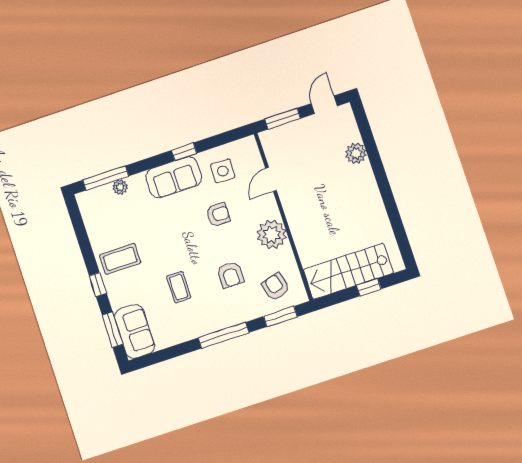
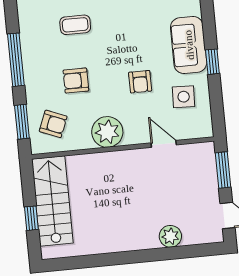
armchair: (276, 287) -> (53, 124), turned 37

